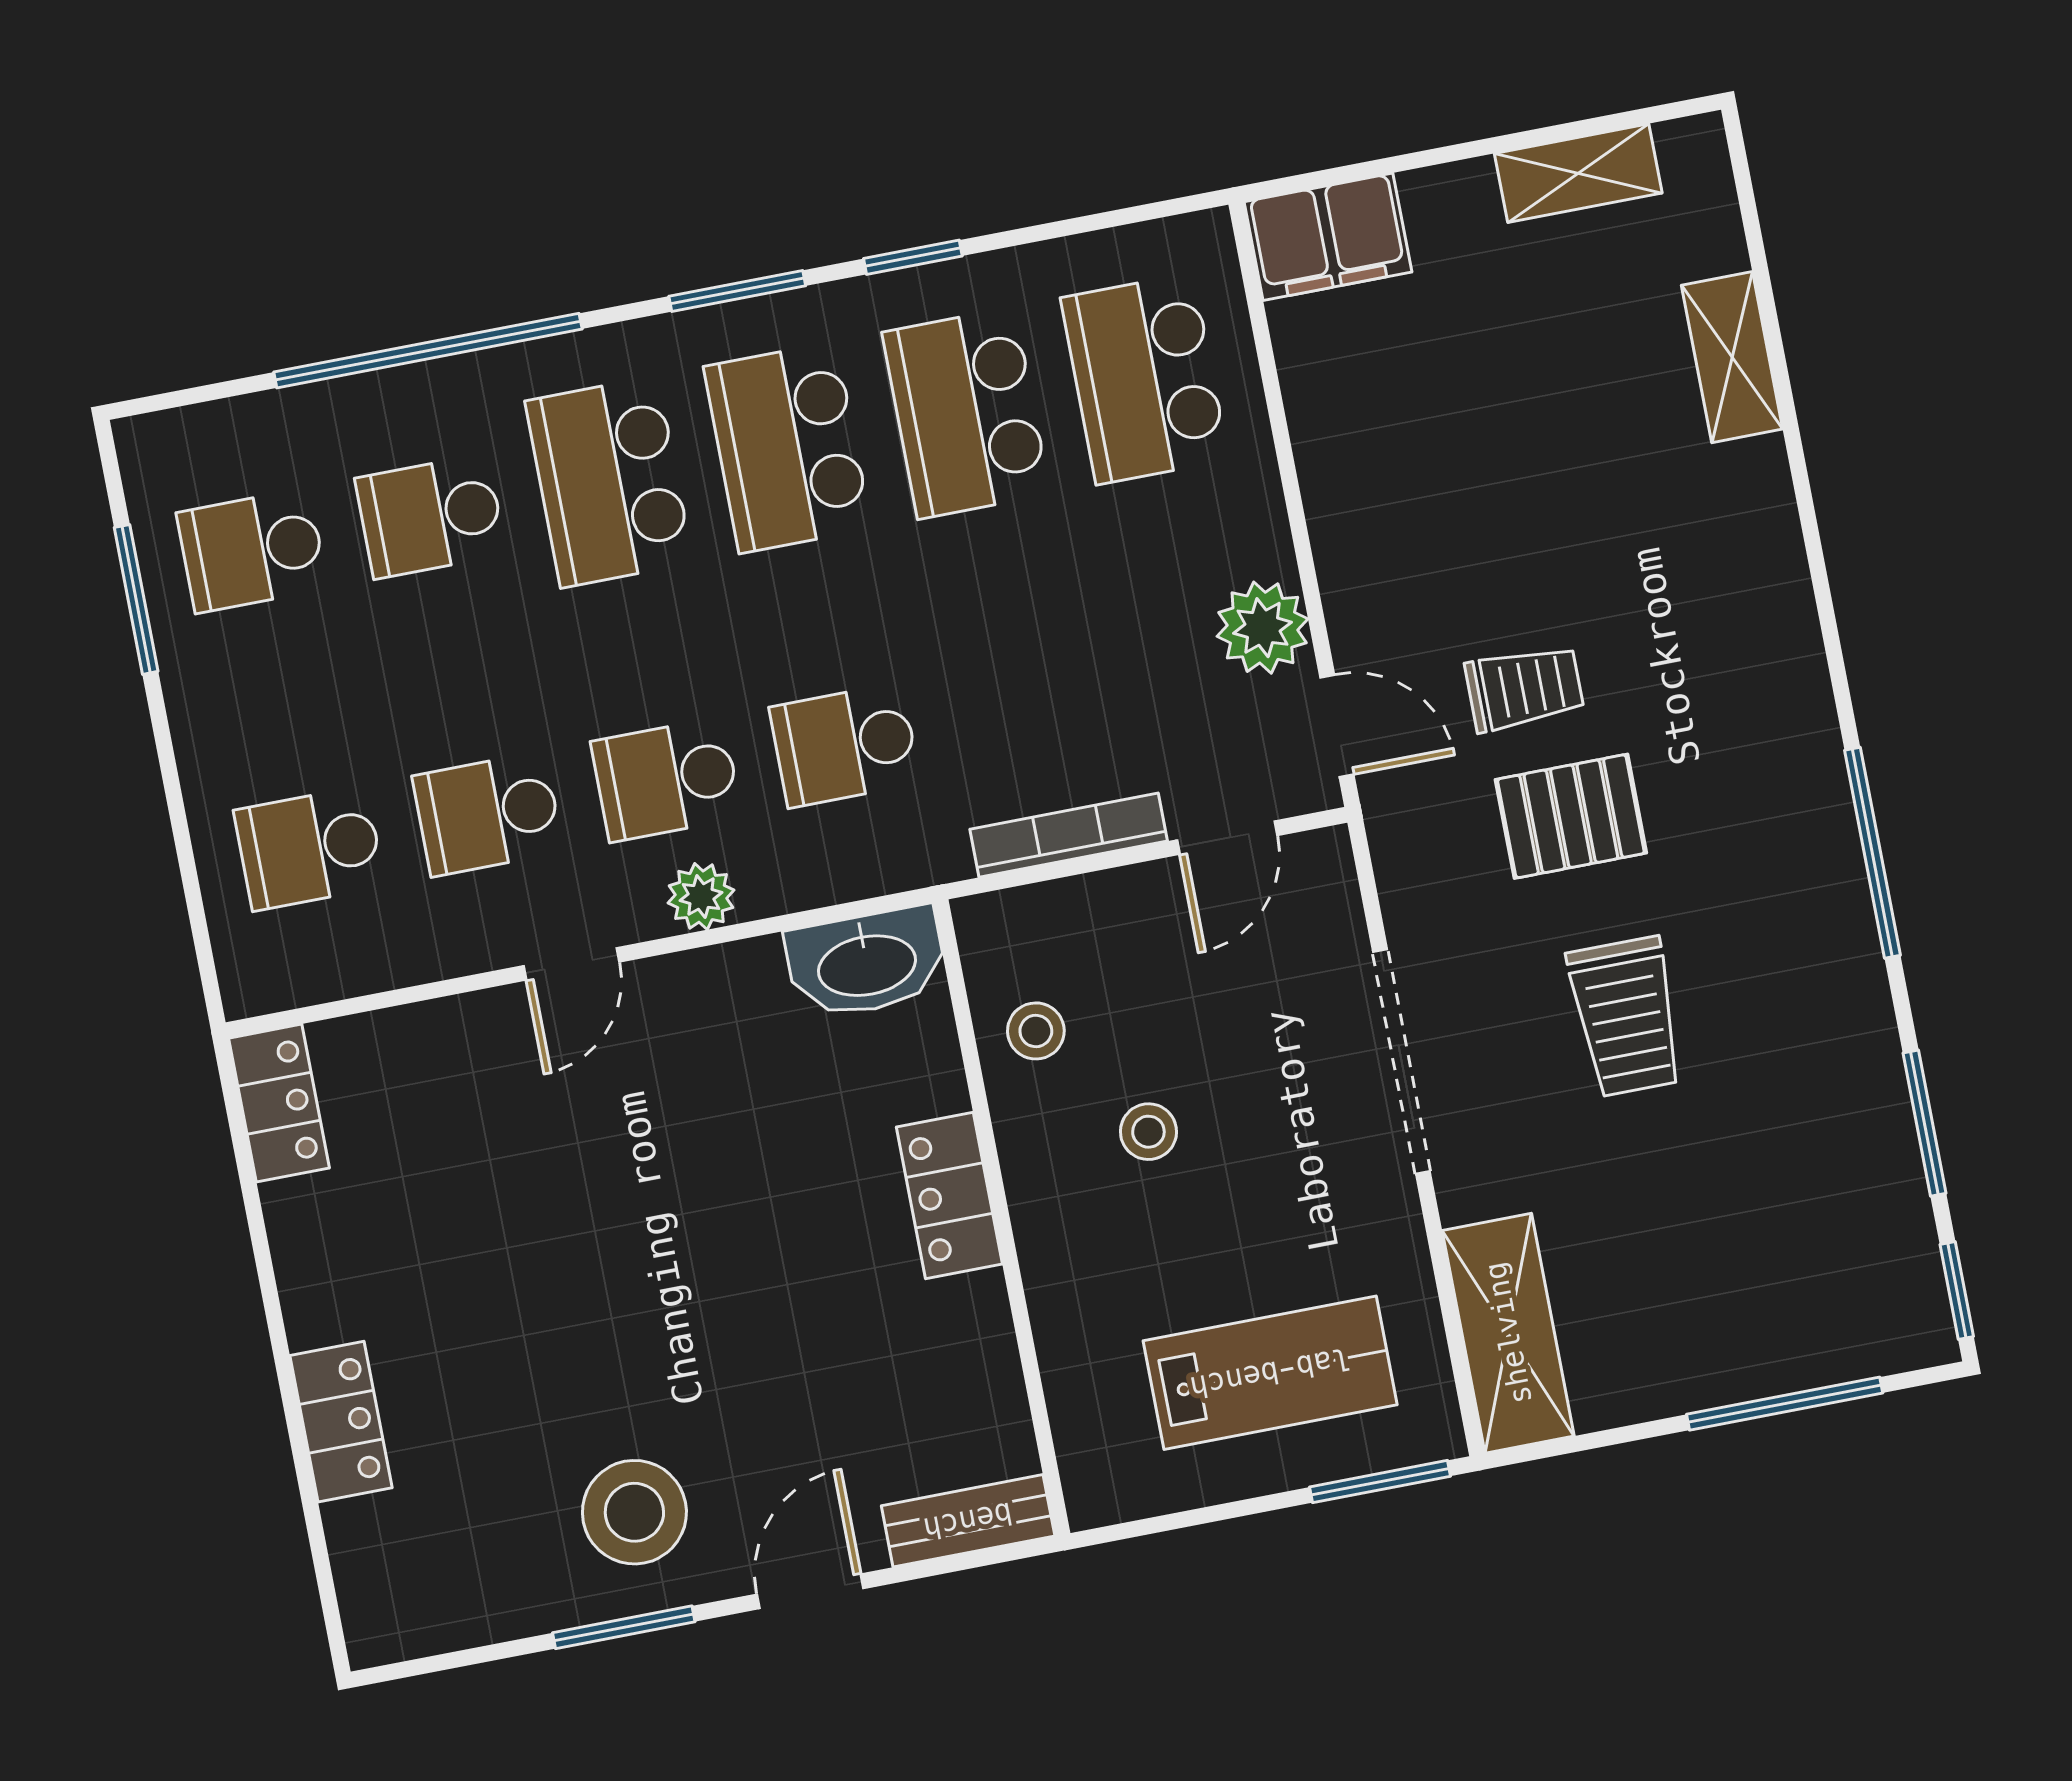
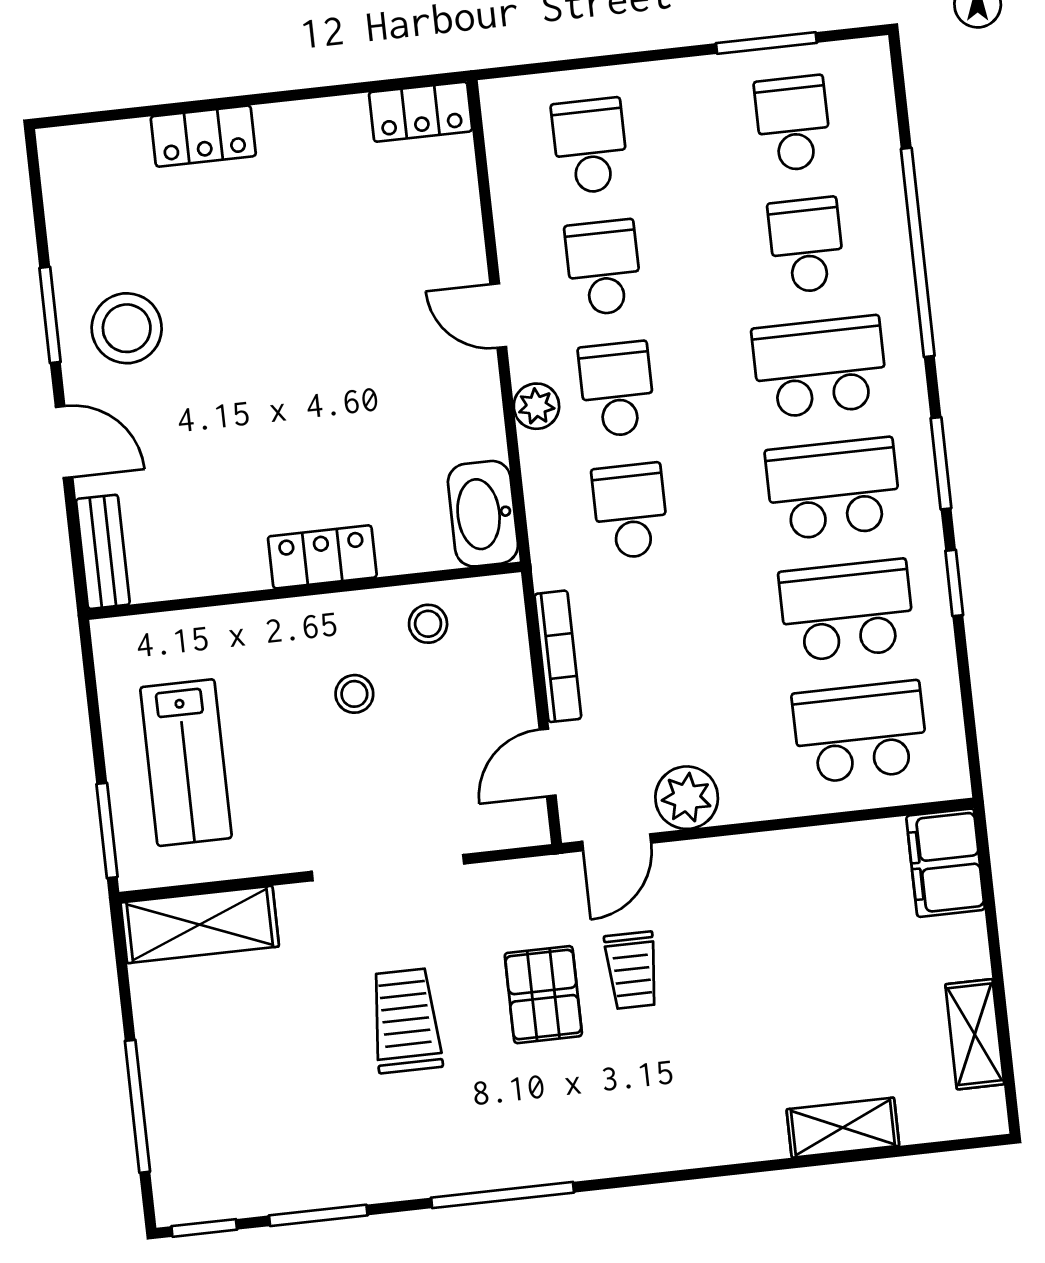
door: (1227, 838) -> (548, 763), hinge flipped
trolley: (1626, 1017) -> (406, 1021), turned 90

